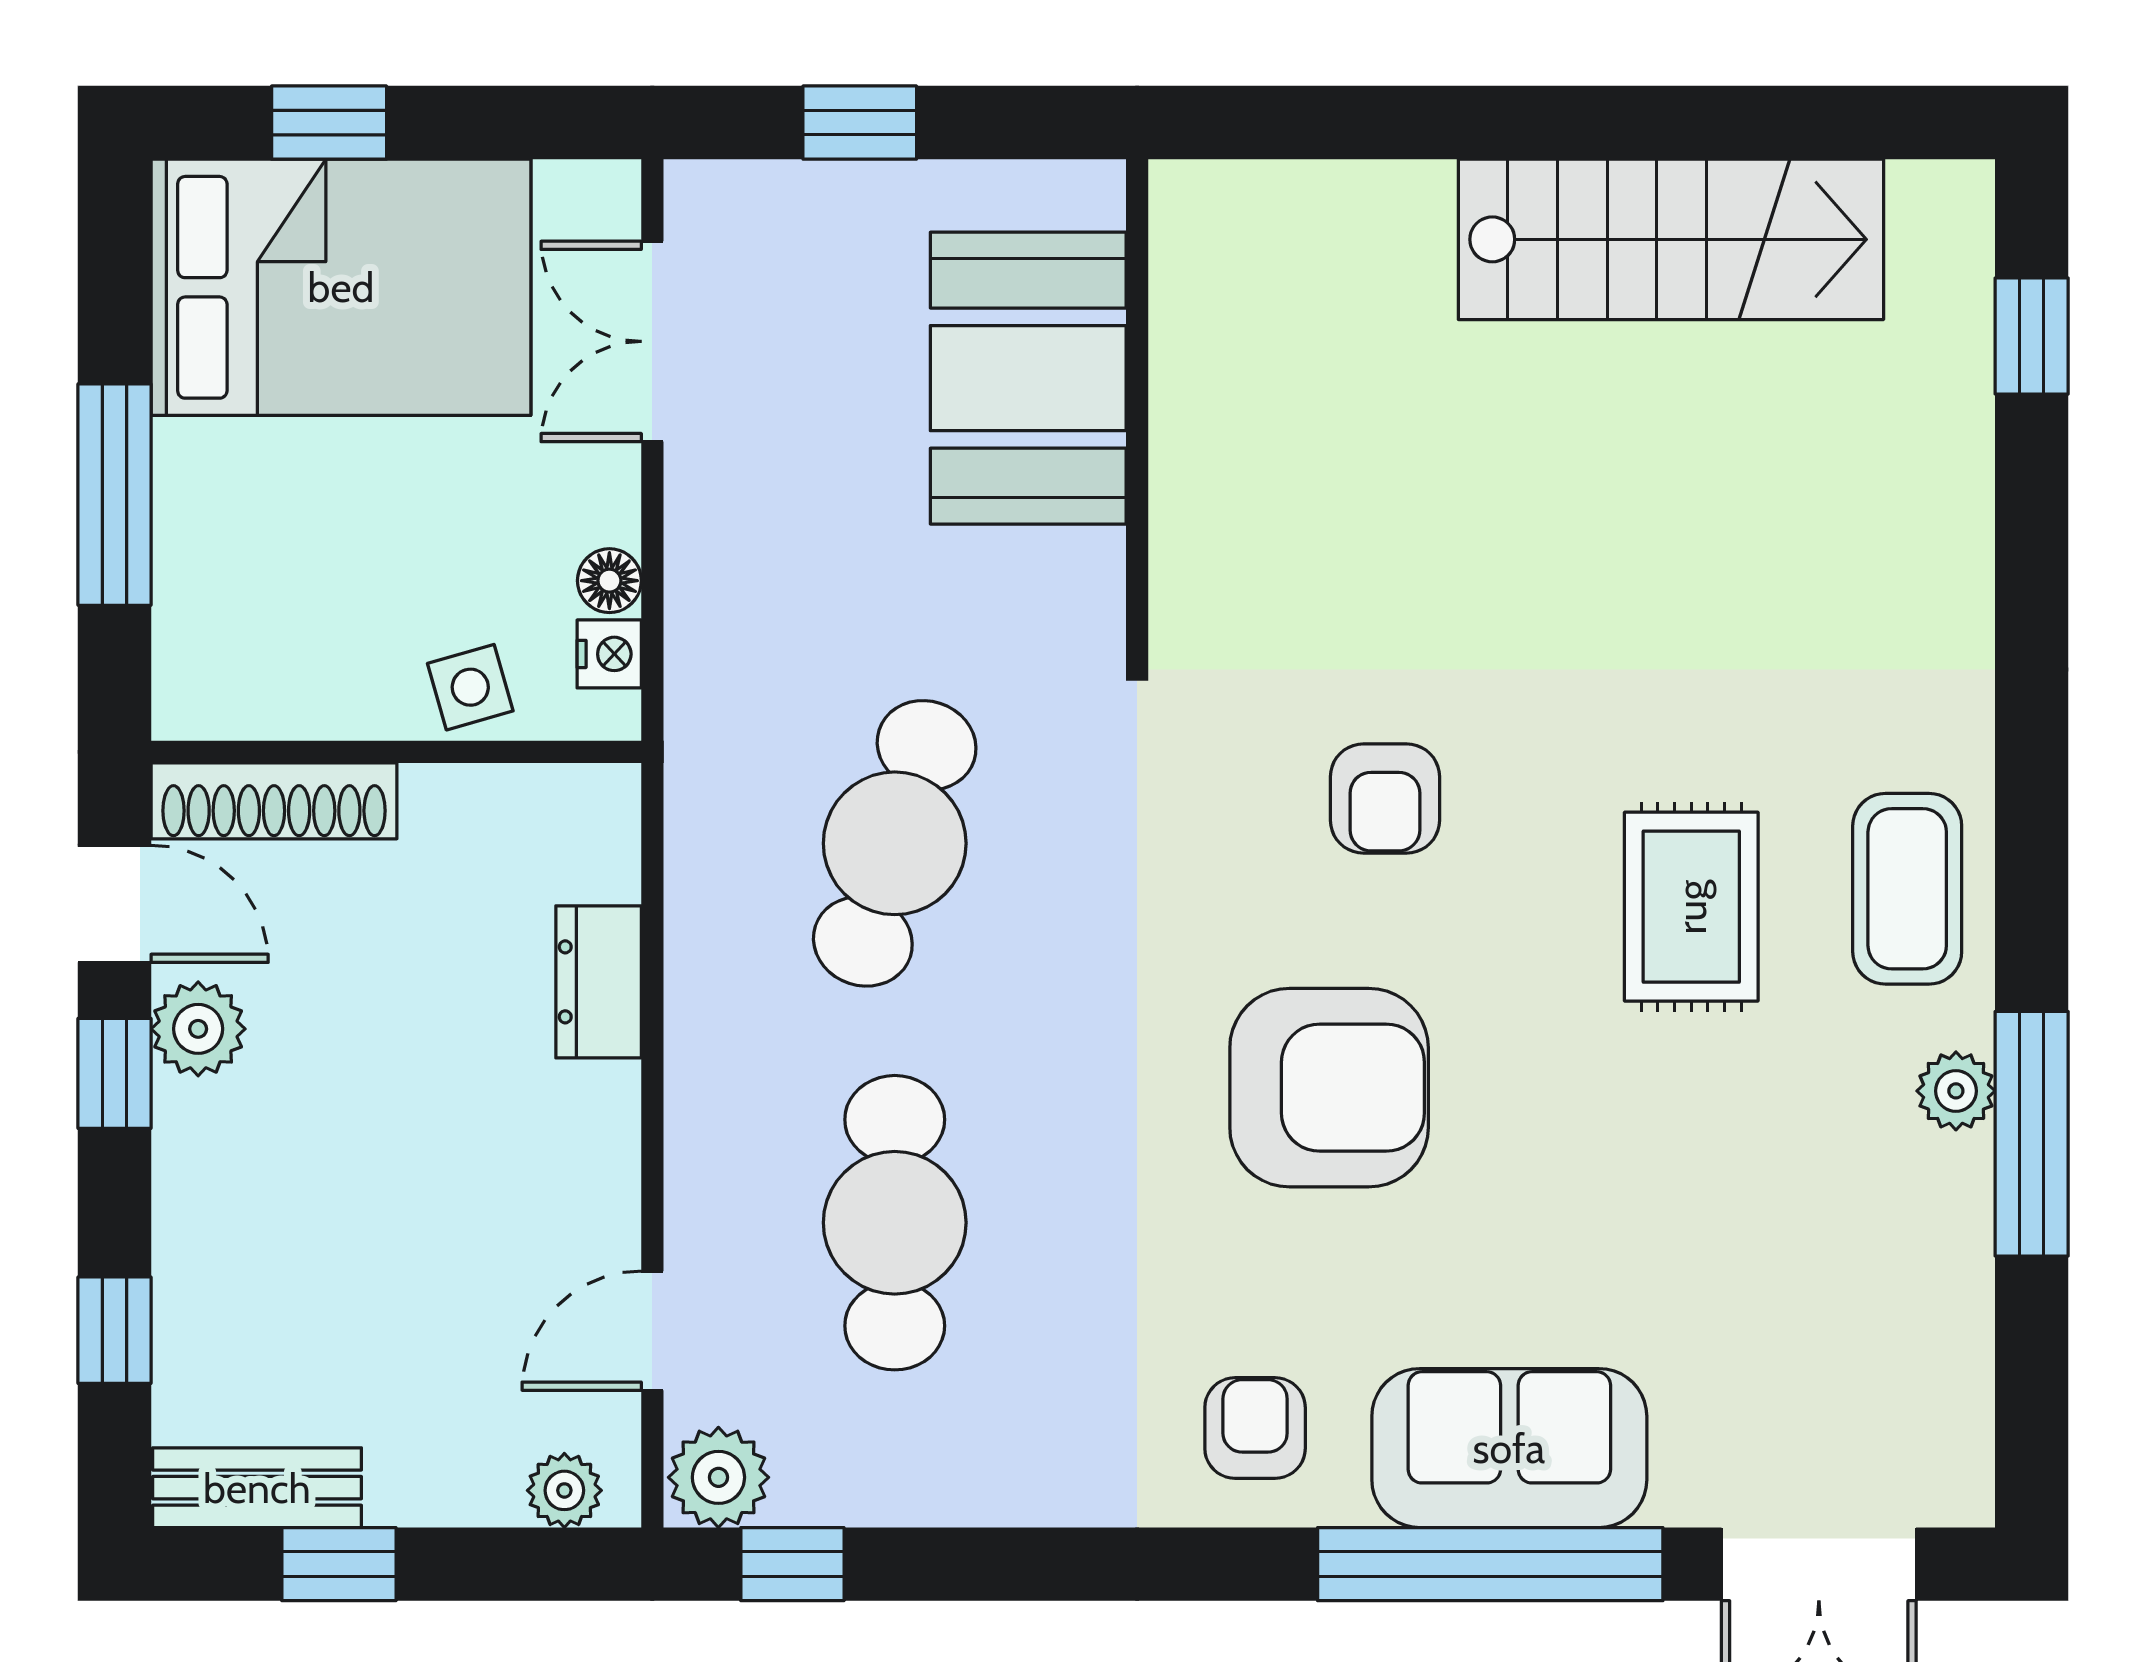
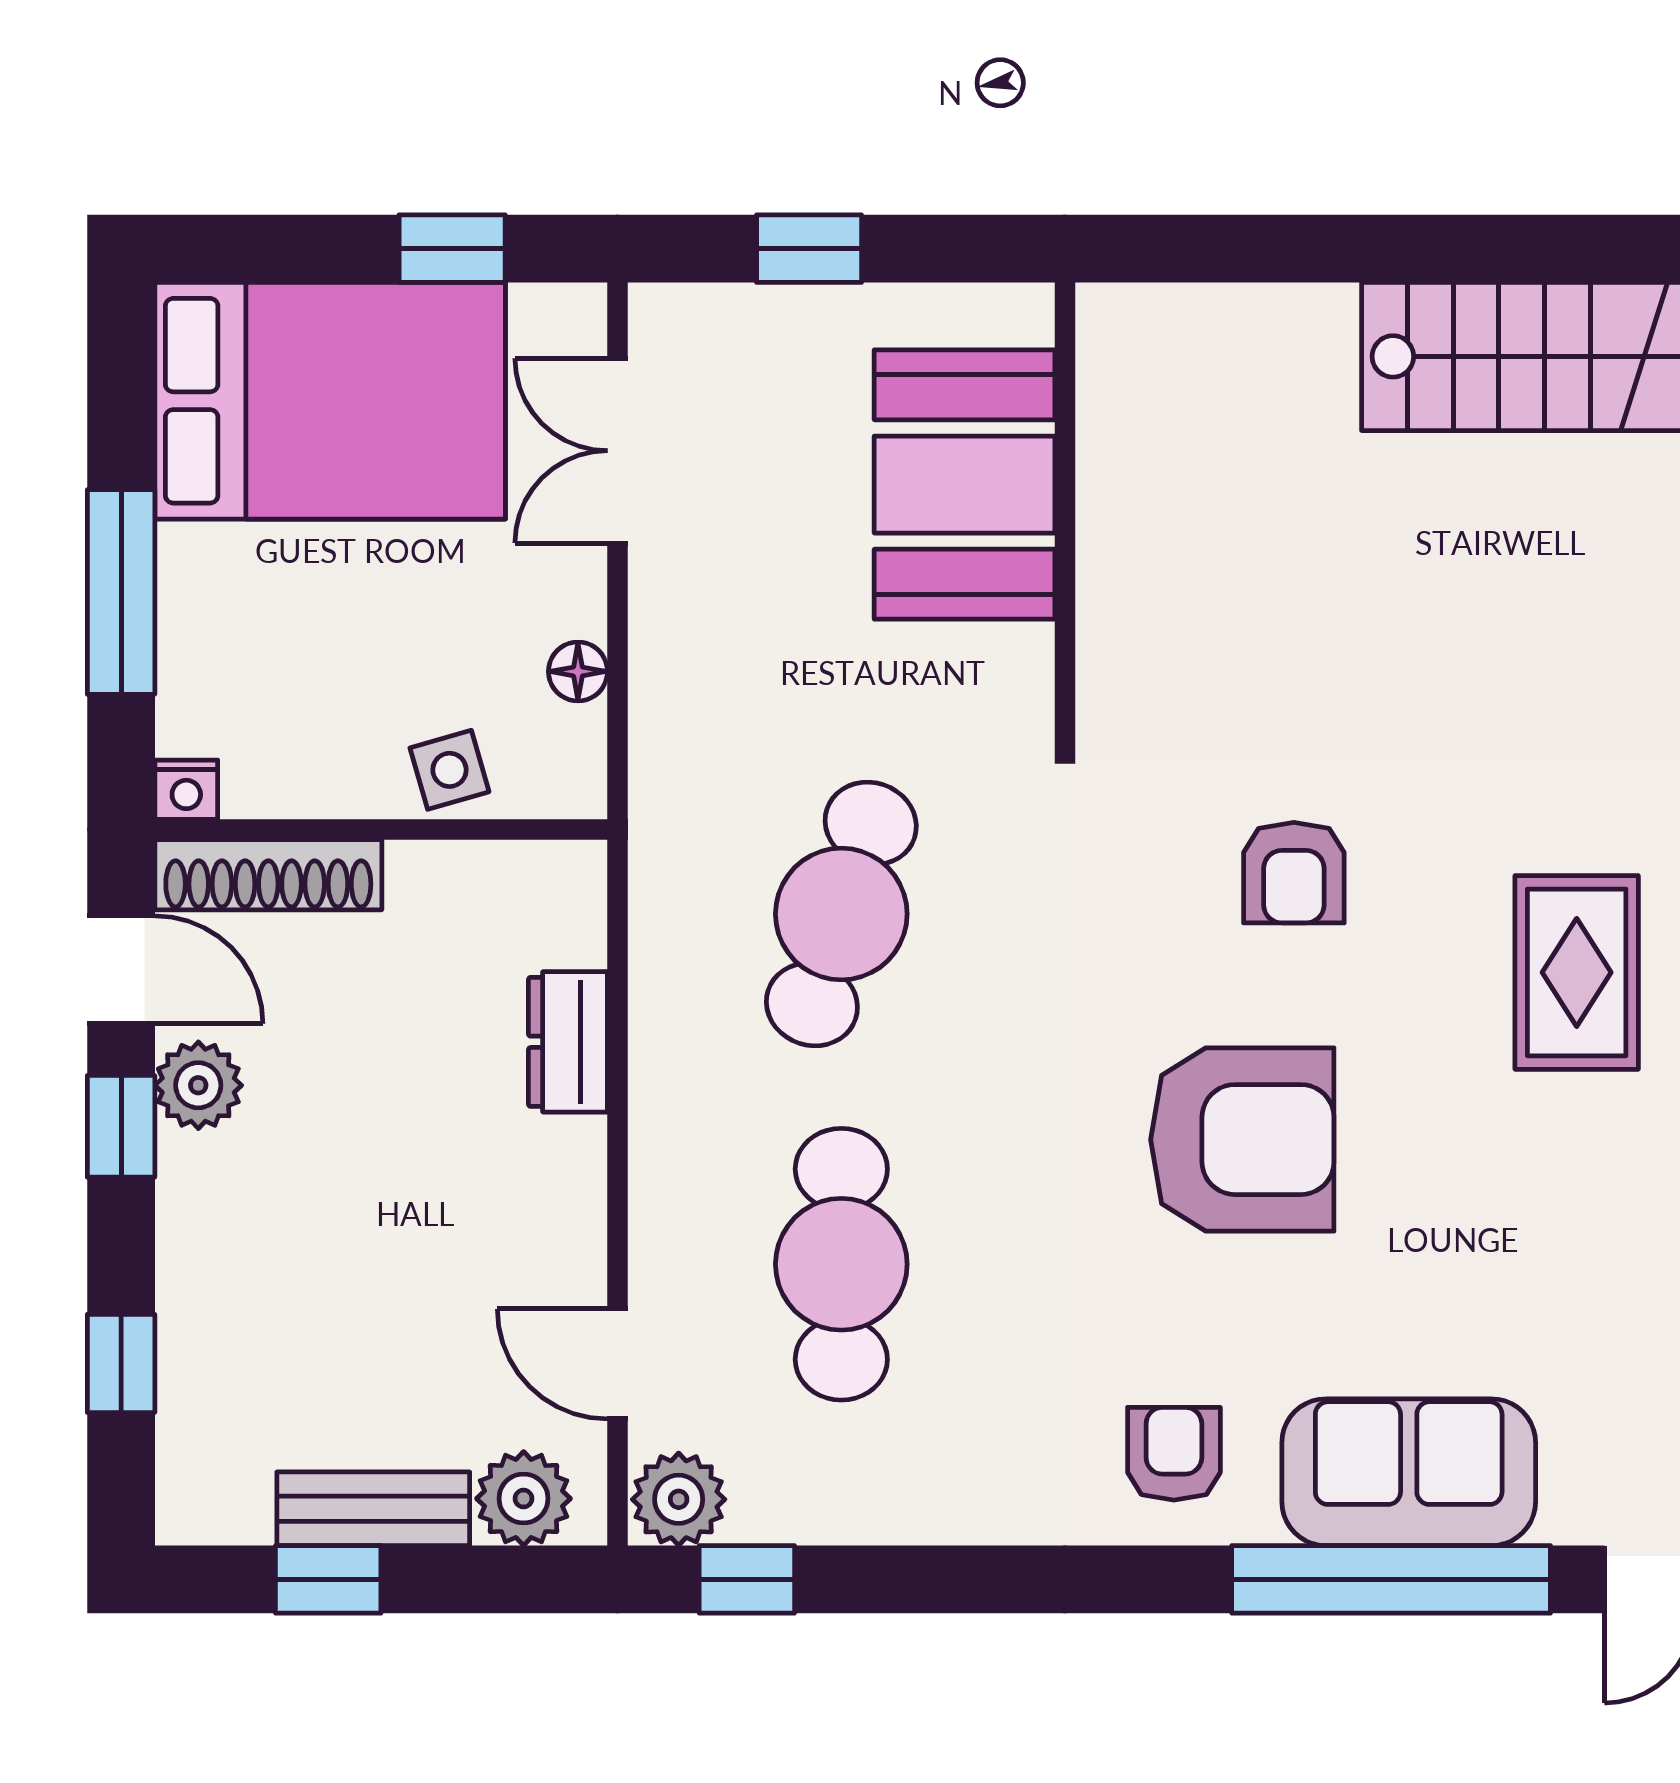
window: (329, 123) -> (452, 249), moved
nightstand: (609, 654) -> (186, 790), moved, turned 90
door: (652, 1331) -> (618, 1364), hinge flipped
bench: (257, 1488) -> (373, 1509), moved
plant: (564, 1490) -> (524, 1499), width x1.38, depth x1.38

